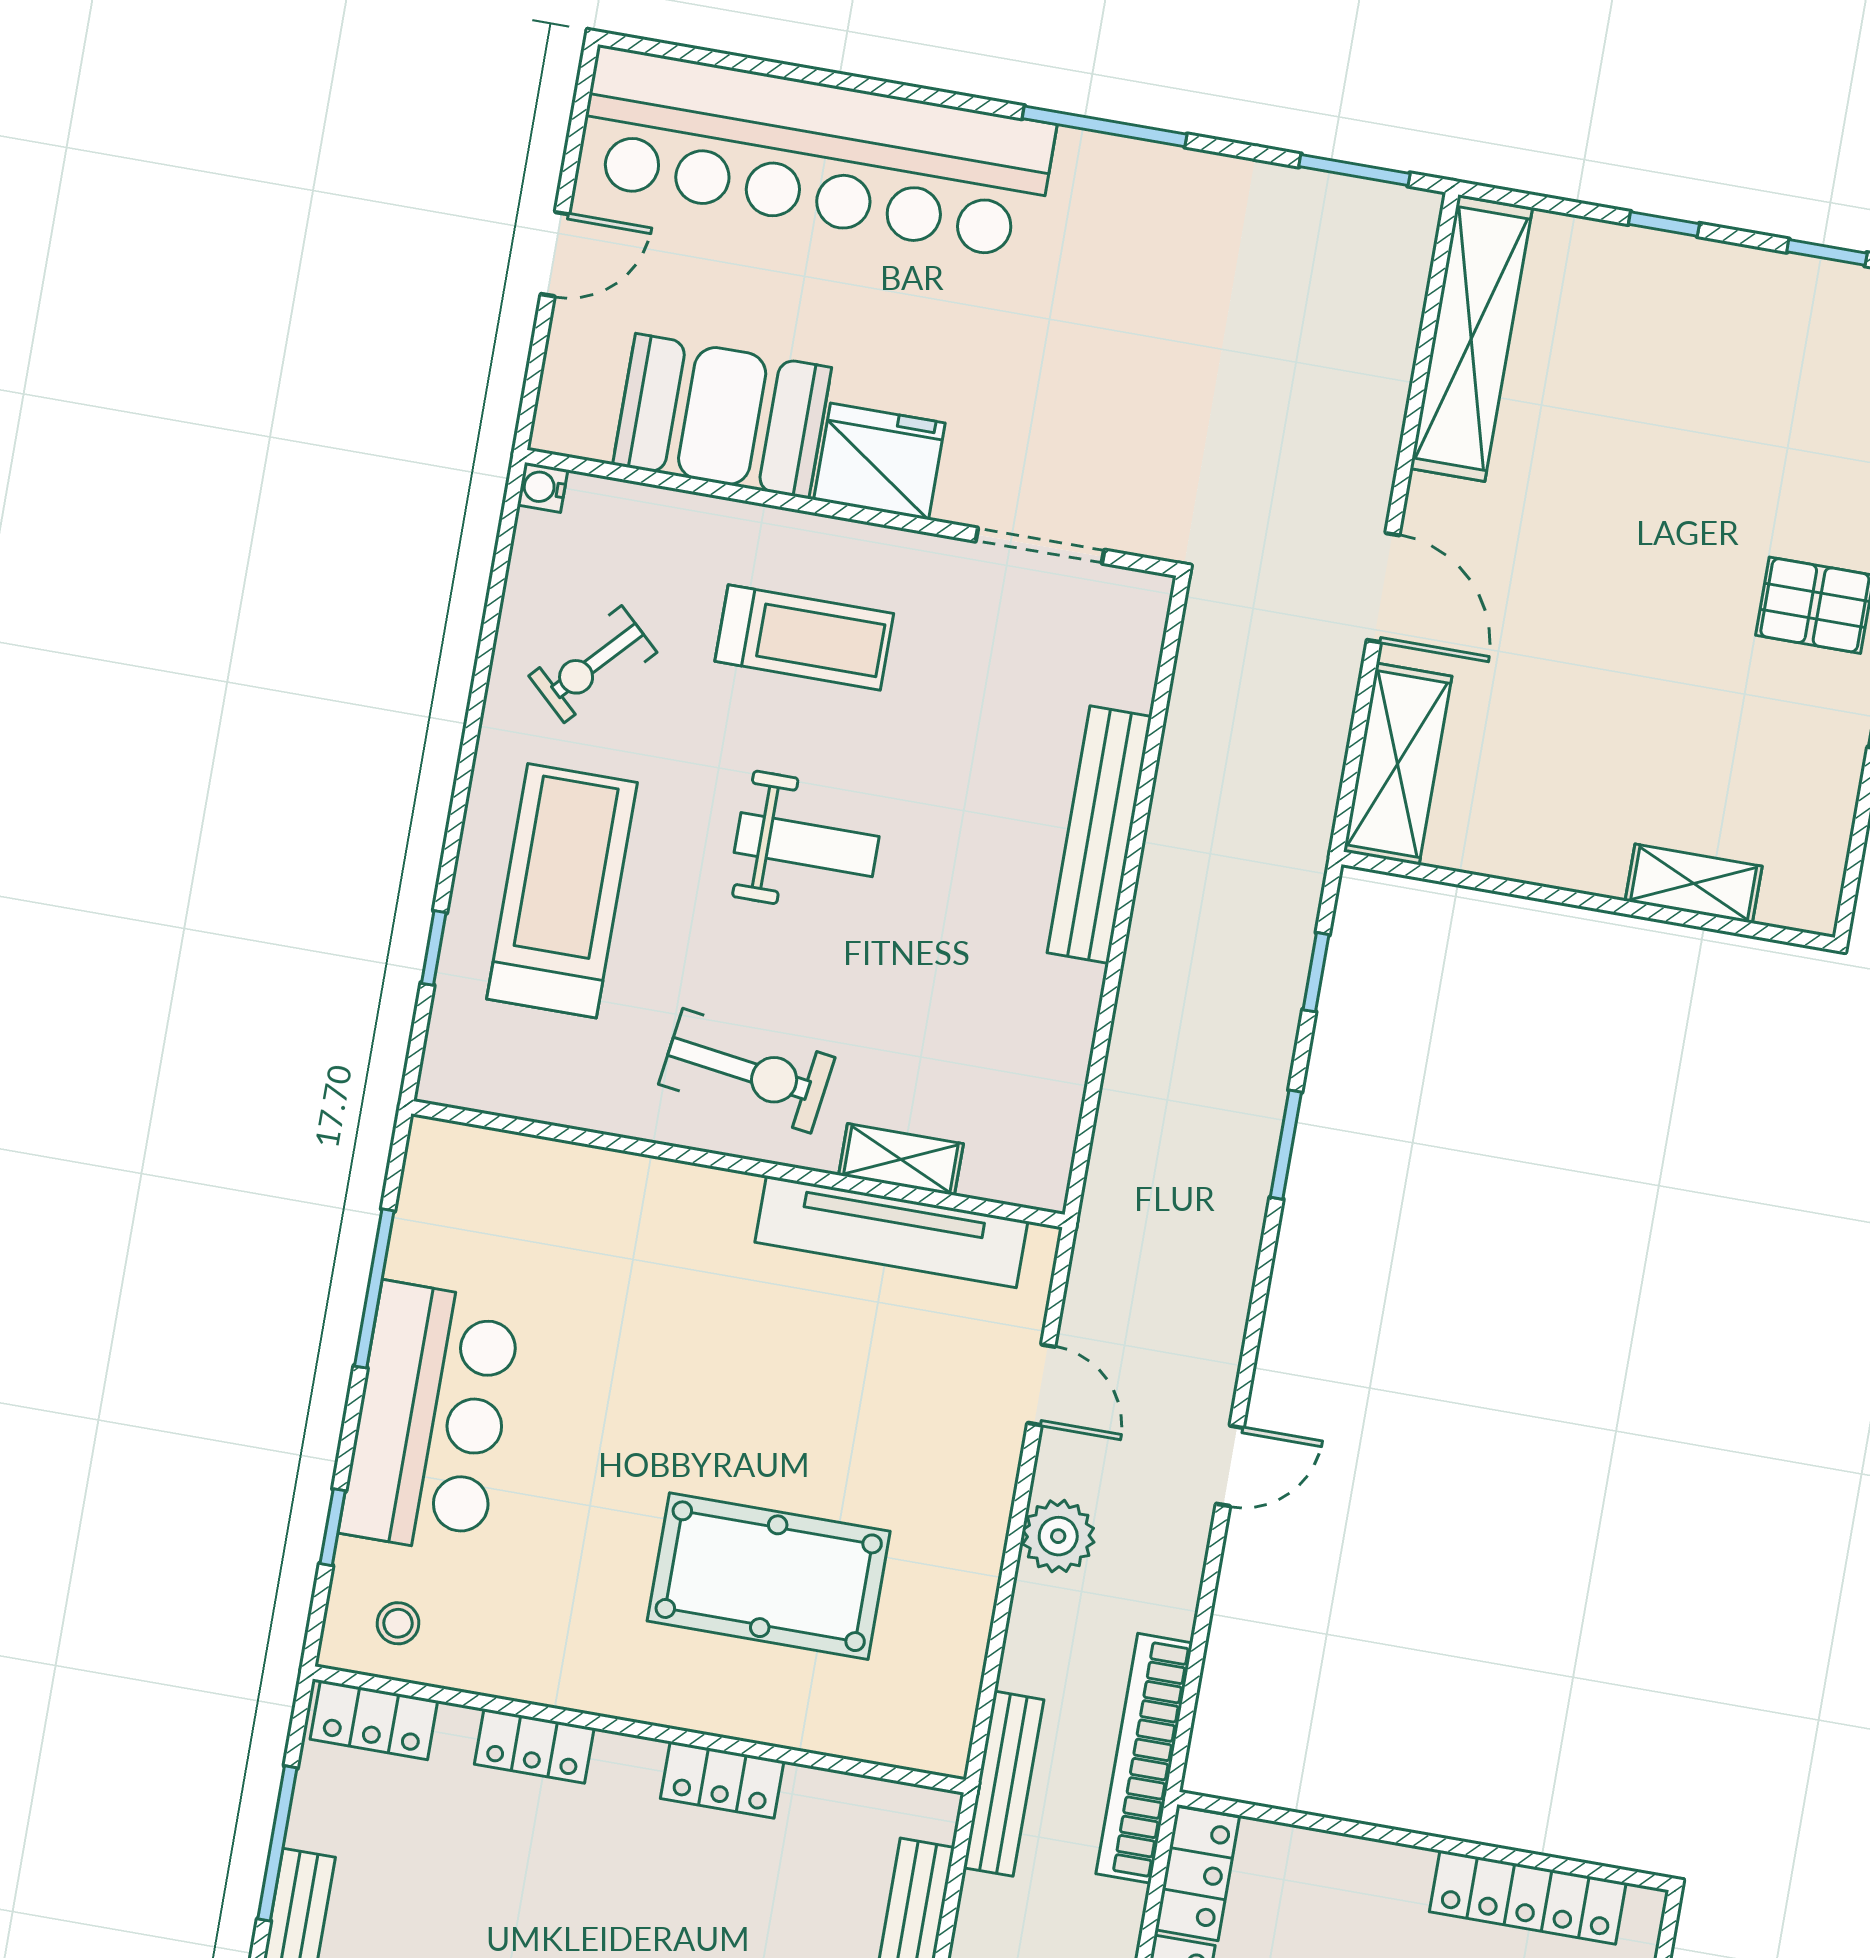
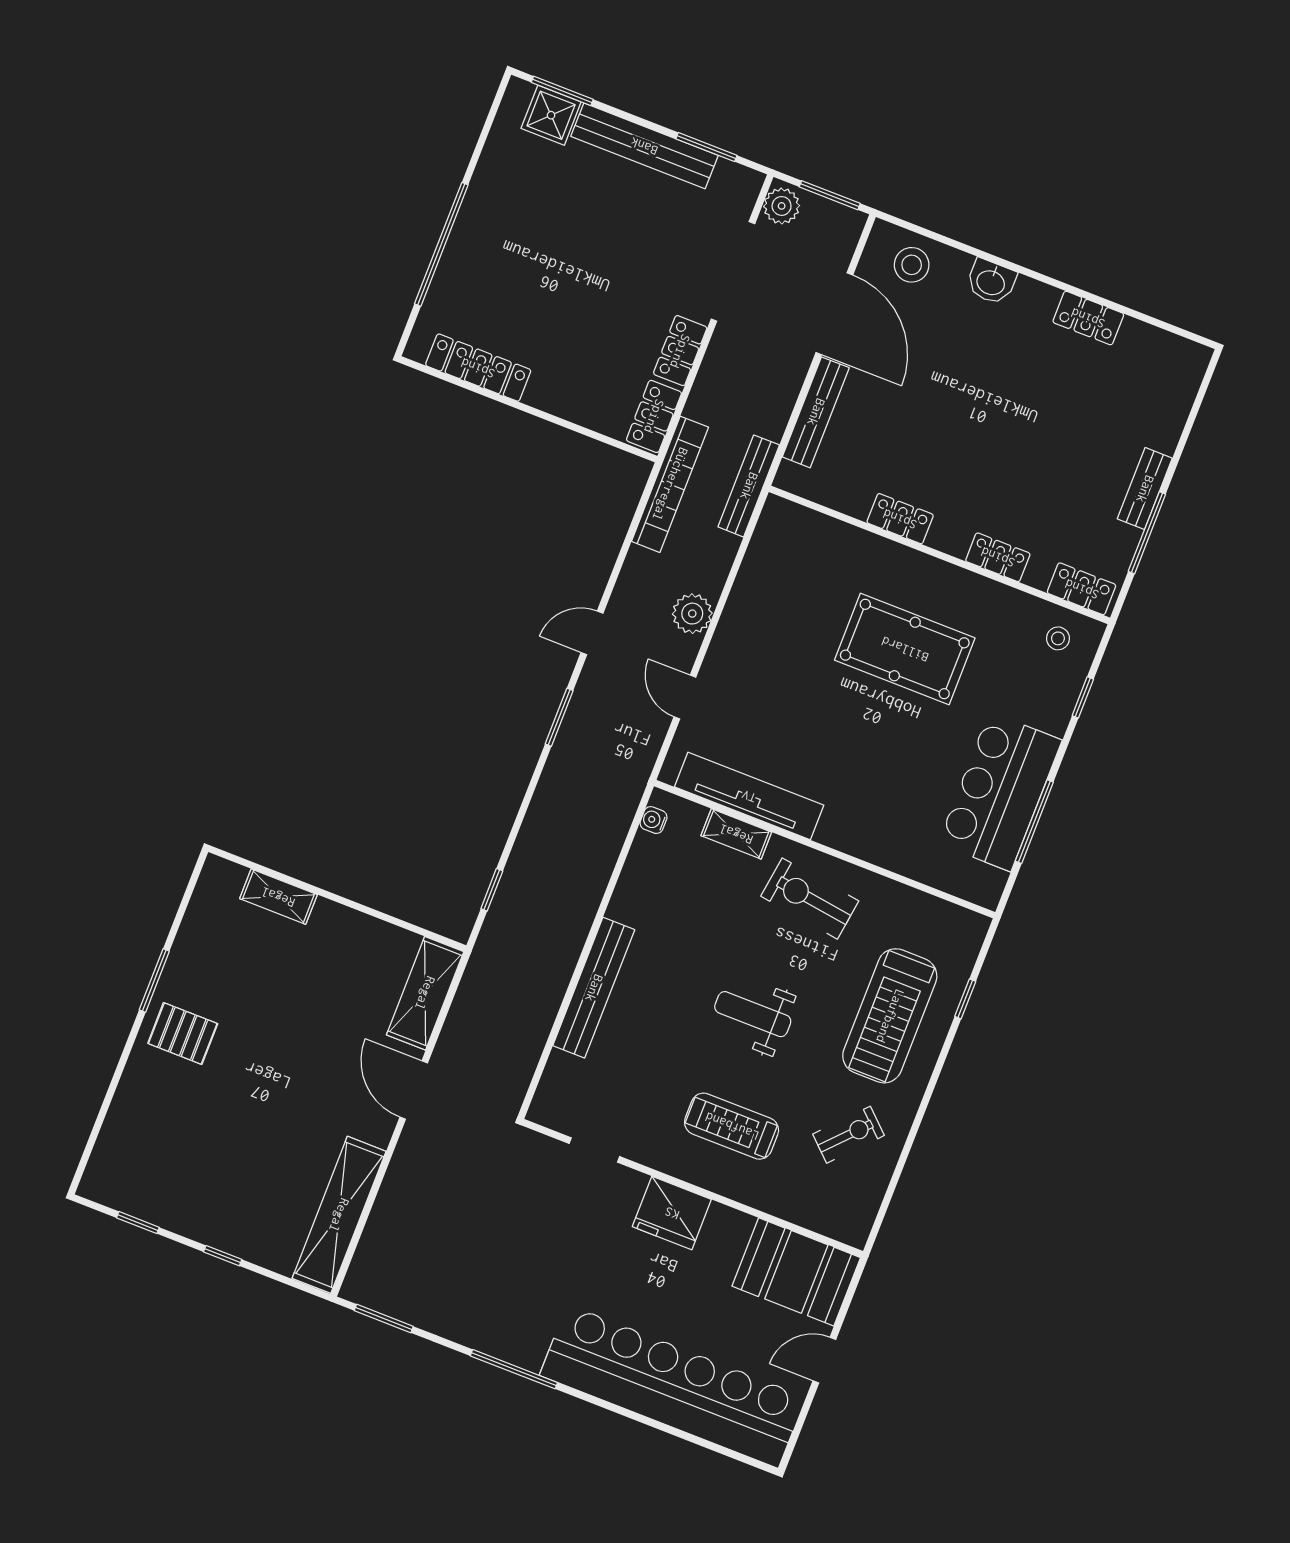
booth: (722, 416) -> (796, 1272), moved
water cooler: (543, 487) -> (654, 820), moved, turned 180
doorway: (1040, 546) -> (594, 1150), width x0.73
window: (1286, 1145) -> (559, 717), moved
bar counter: (431, 1418) -> (1000, 792), moved
pool table: (769, 1576) -> (905, 649), moved

